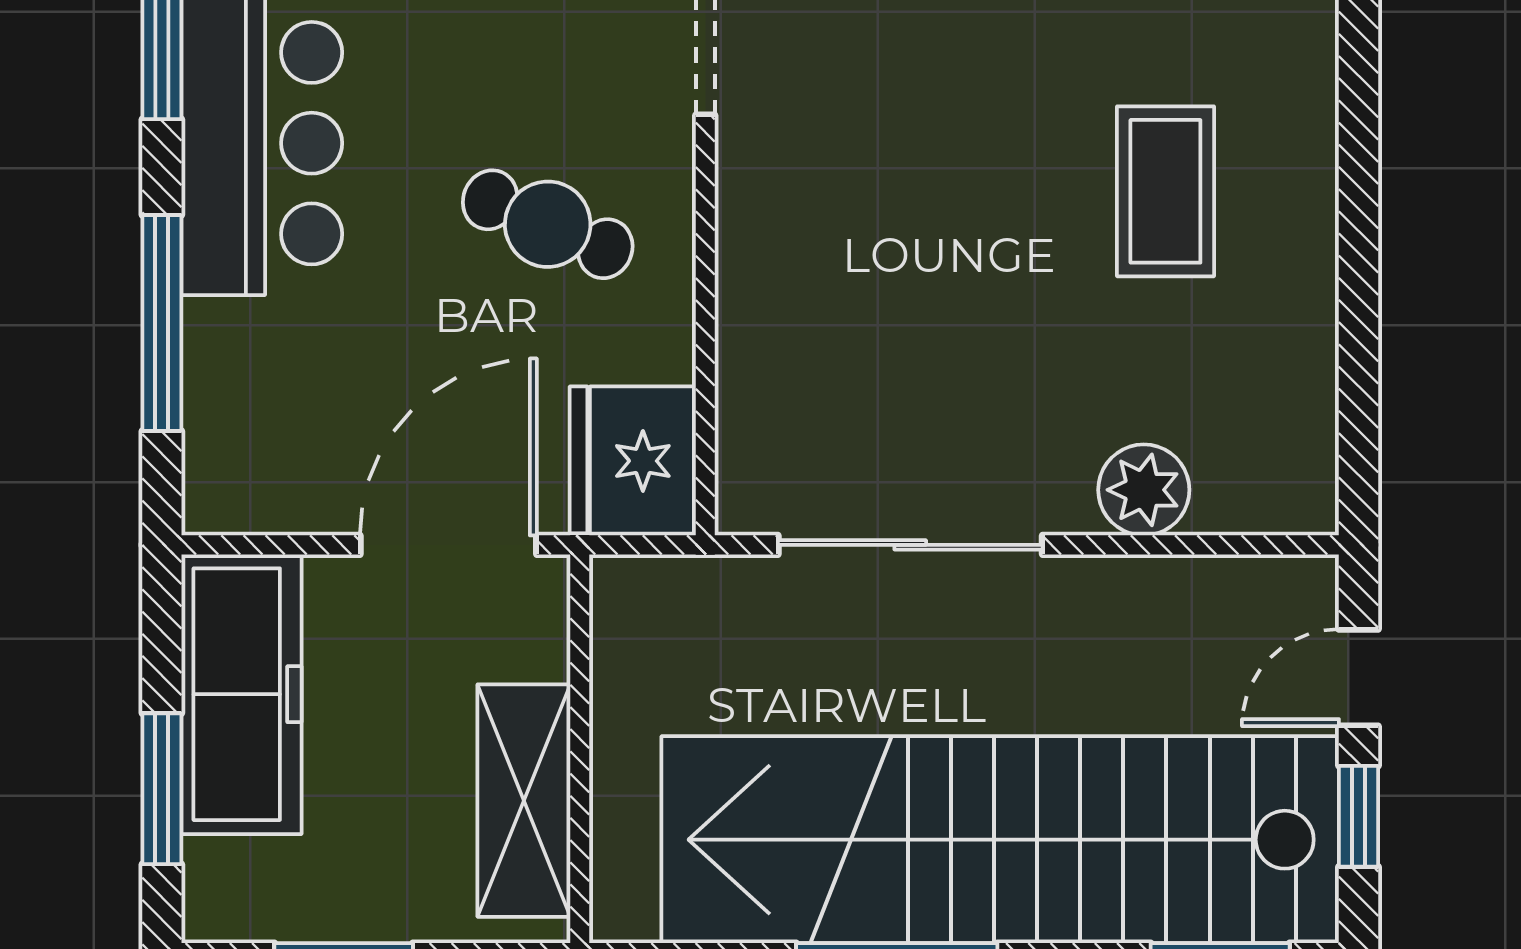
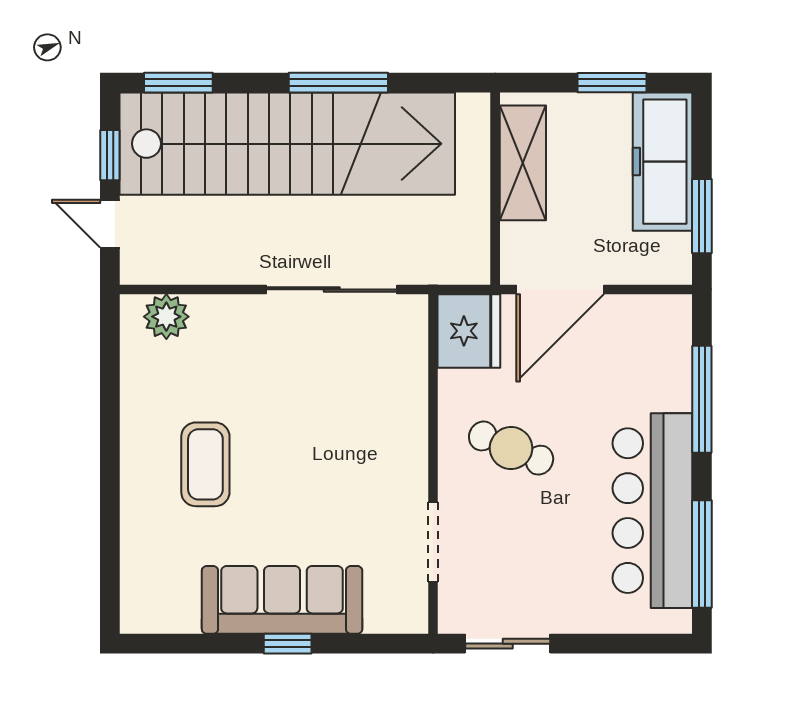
plant: (1144, 490) -> (166, 317), moved
door: (1359, 678) -> (110, 224), swing flipped
freezer: (242, 694) -> (662, 162), moved
window: (162, 789) -> (702, 216), moved

